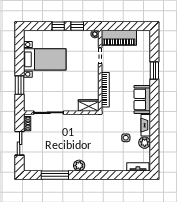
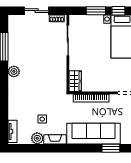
window: (20, 63) -> (118, 11), added
sofa: (142, 99) -> (93, 134), width x1.85, depth x1.27

